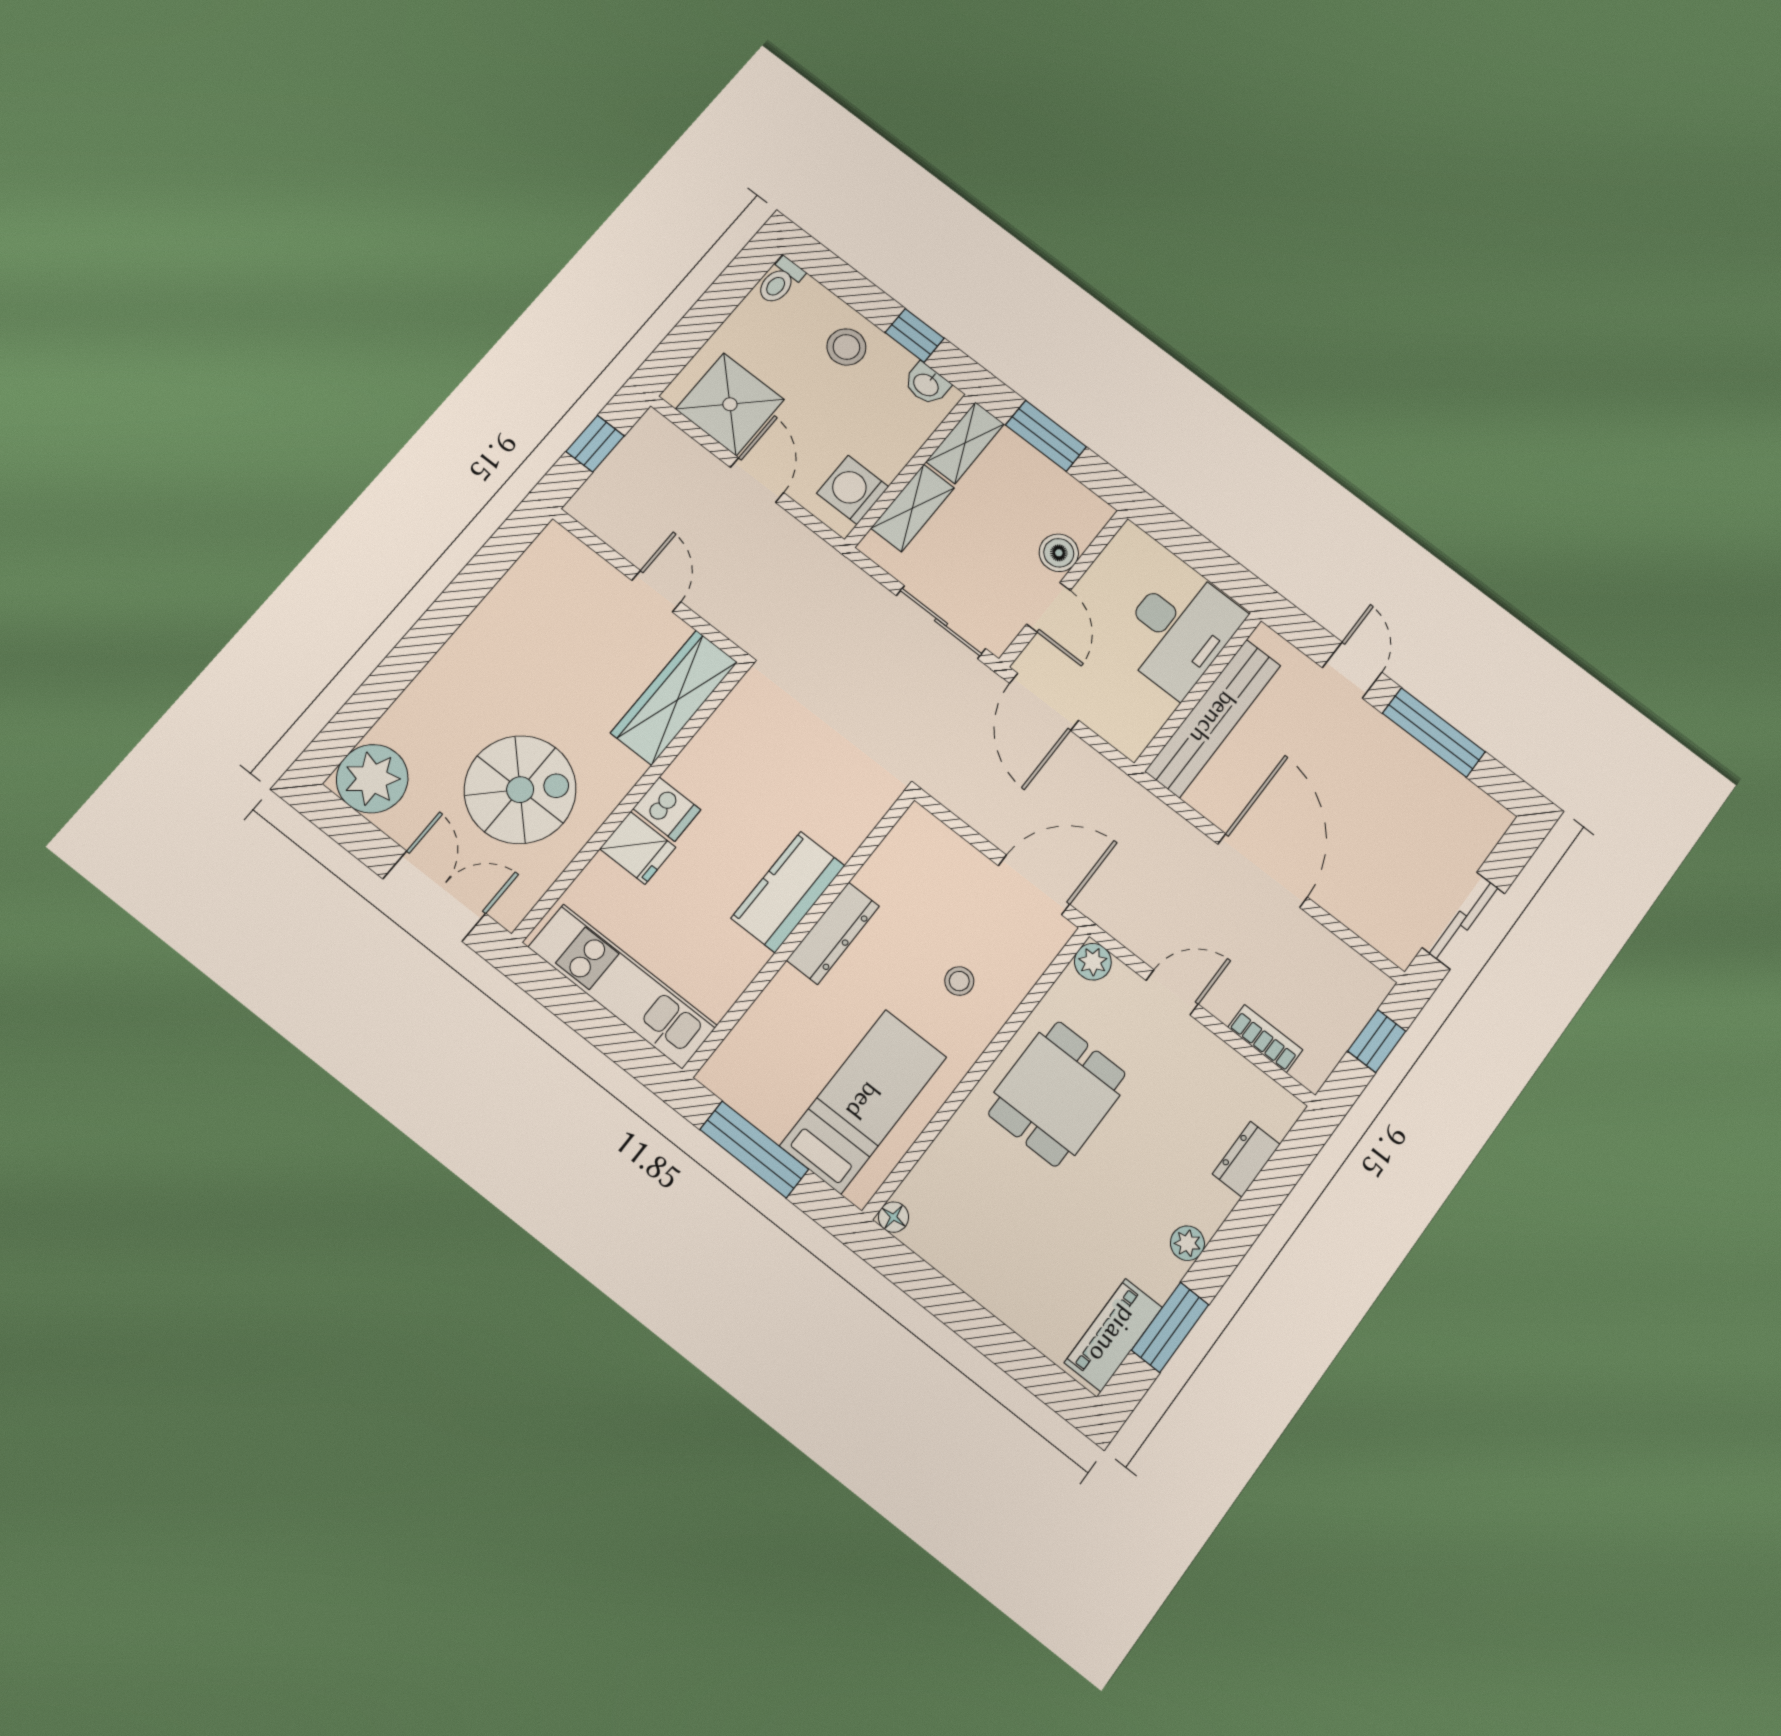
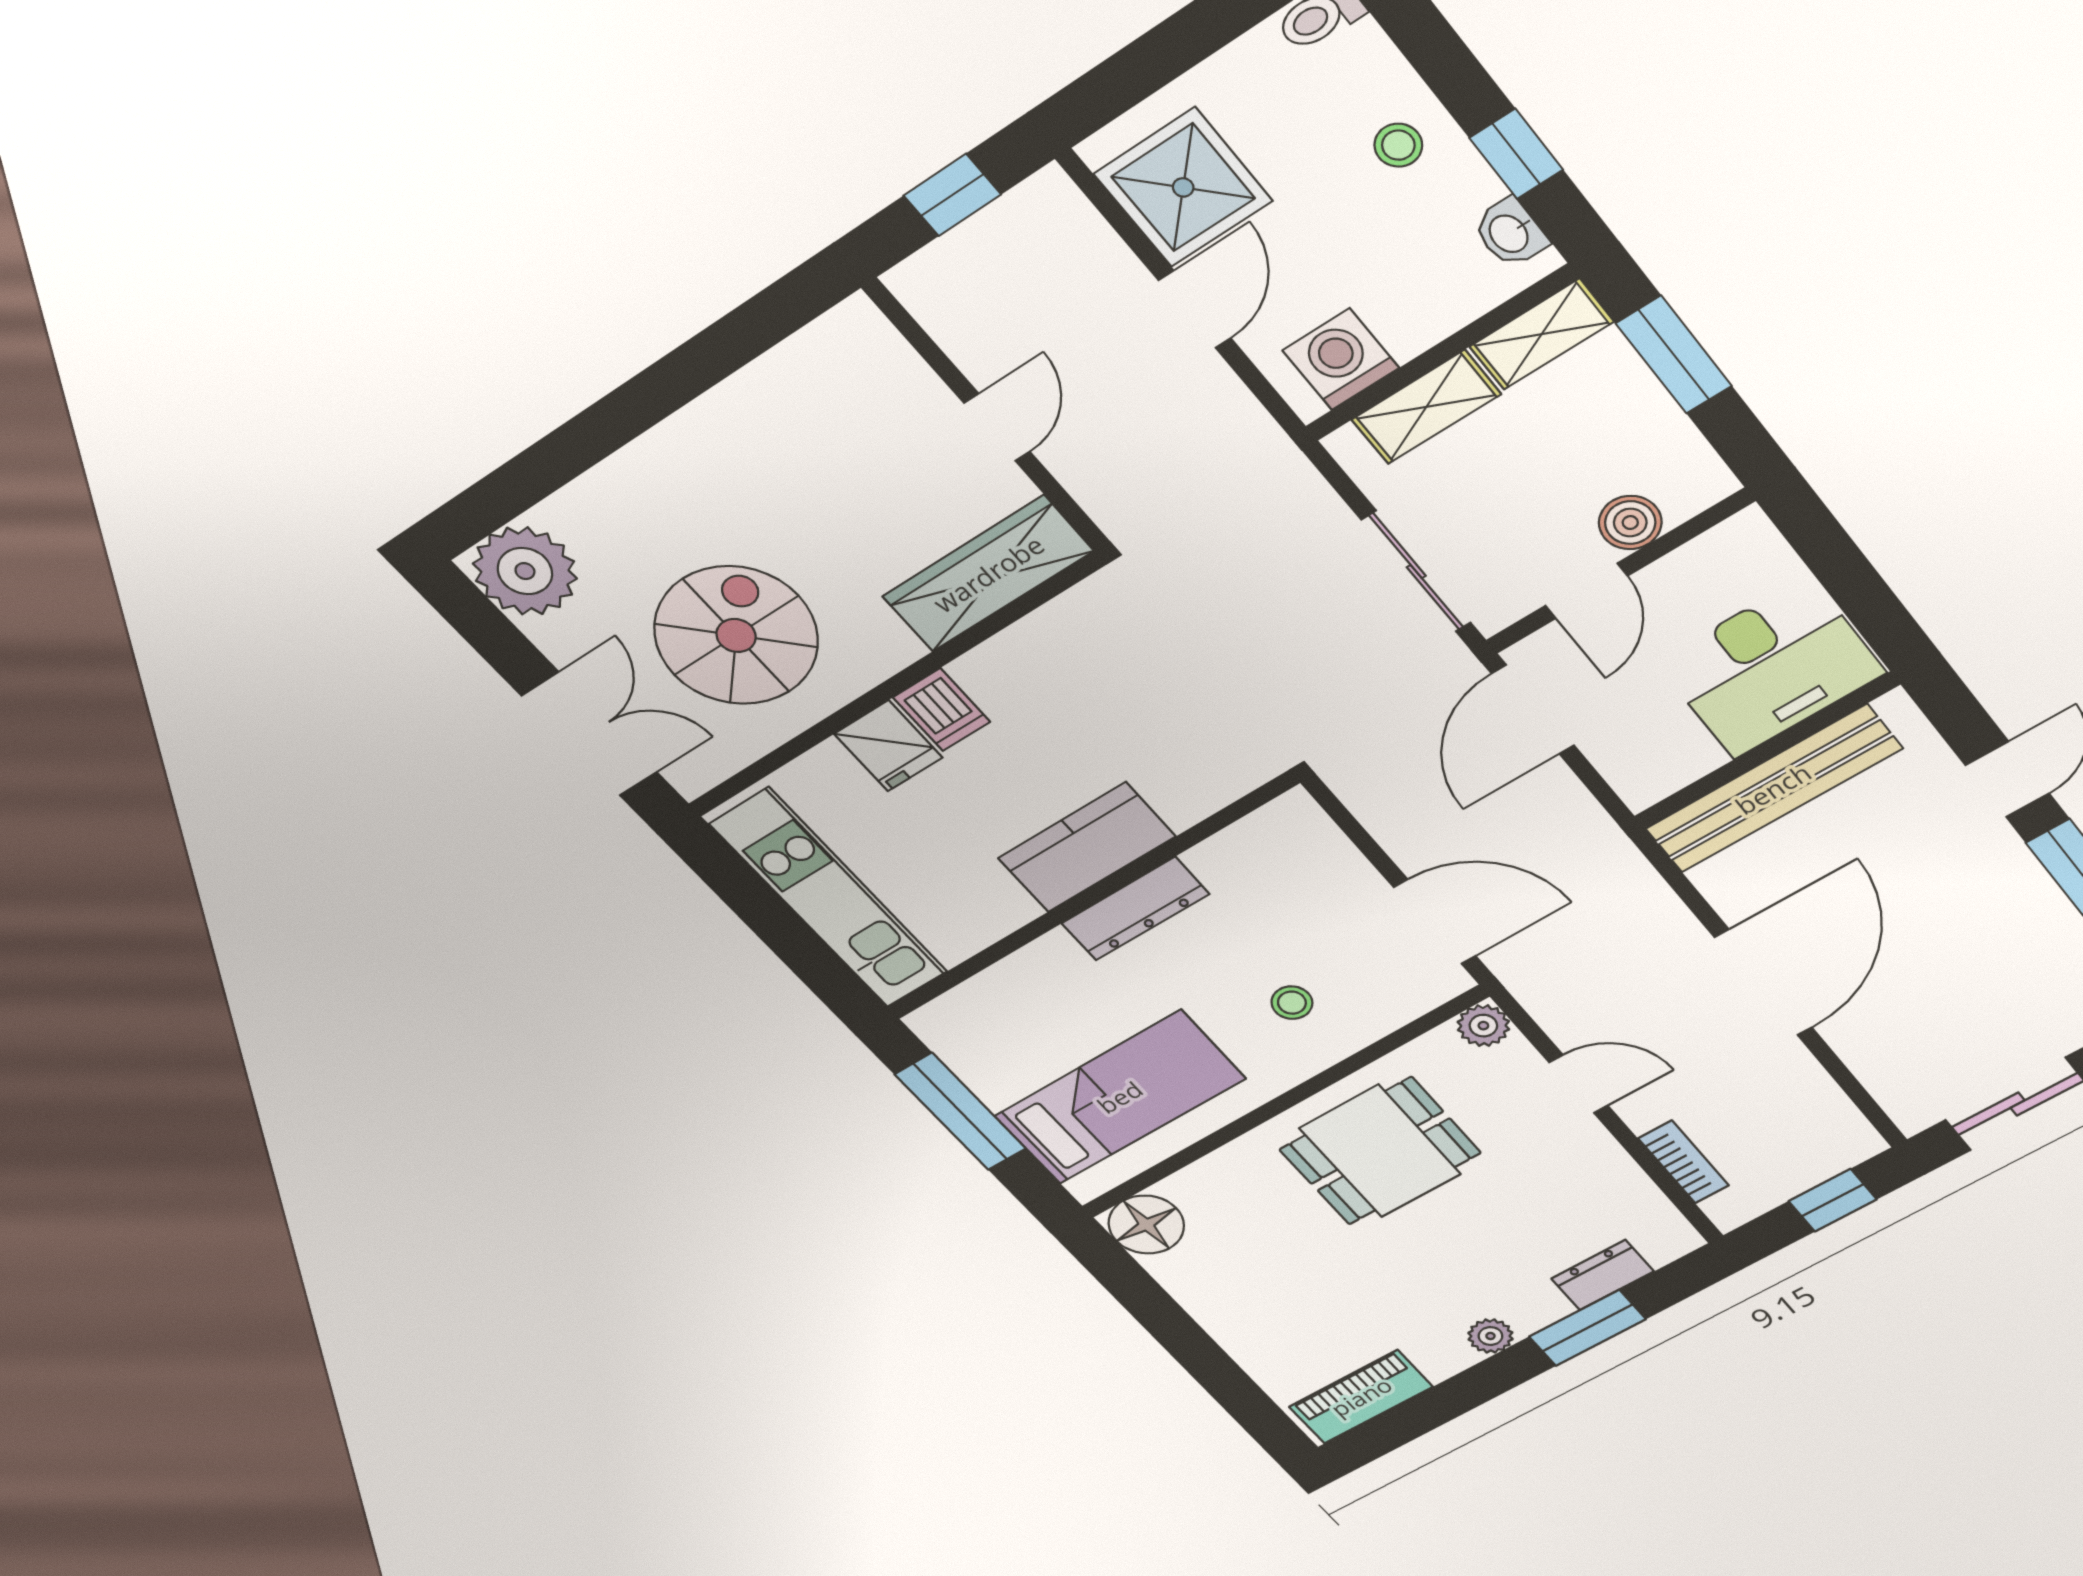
stool: (846, 347) -> (1398, 145), width x0.73, depth x0.73
spiral stairs: (520, 790) -> (736, 635), turned -90
floor lamp: (894, 1217) -> (1146, 1225), width x1.89, depth x1.89
window: (1170, 1327) -> (1587, 1328), moved

